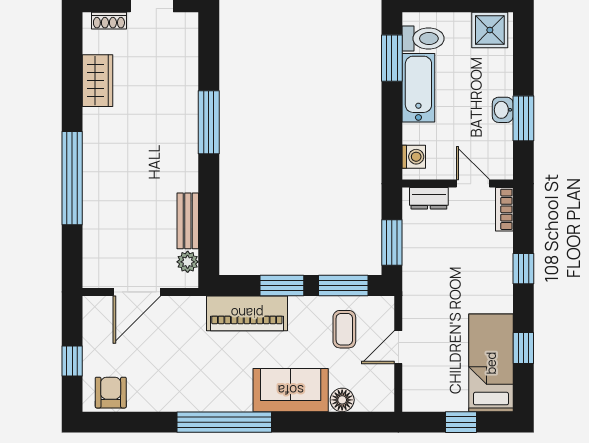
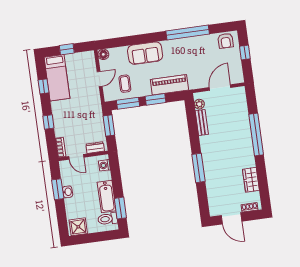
floor lamp: (342, 400) -> (103, 54), moved
window: (224, 422) -> (188, 33), moved

